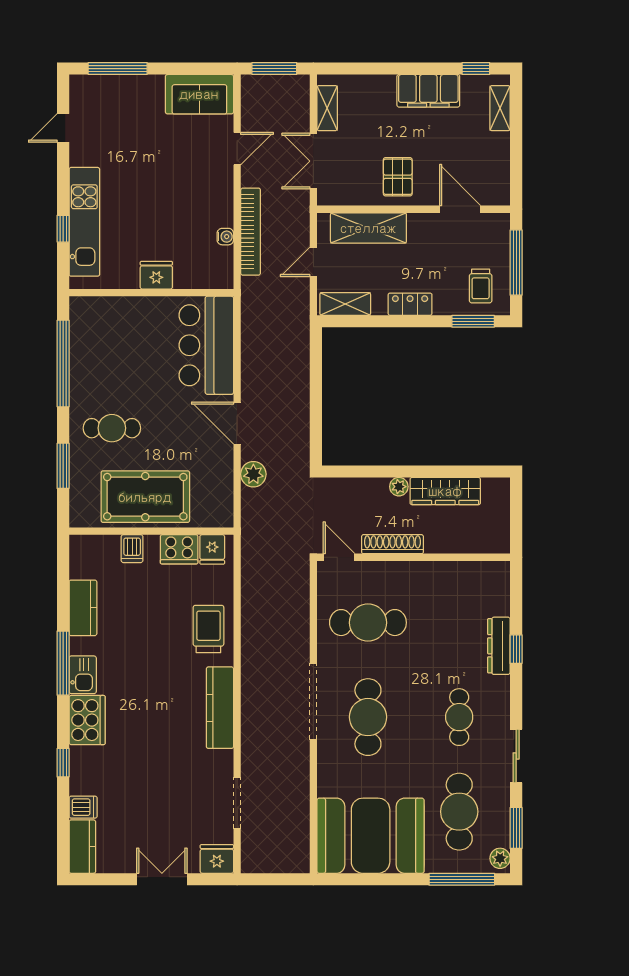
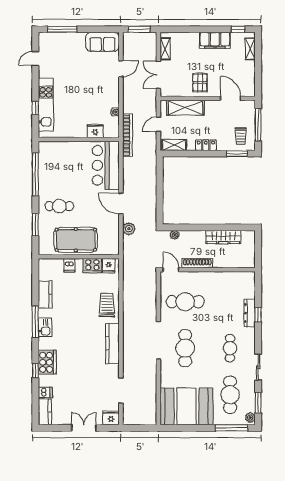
bookcase: (251, 232) -> (128, 135), moved
fridge: (156, 275) -> (95, 131), moved
plant: (399, 487) -> (175, 235), moved
cooker: (87, 720) -> (47, 362), moved

